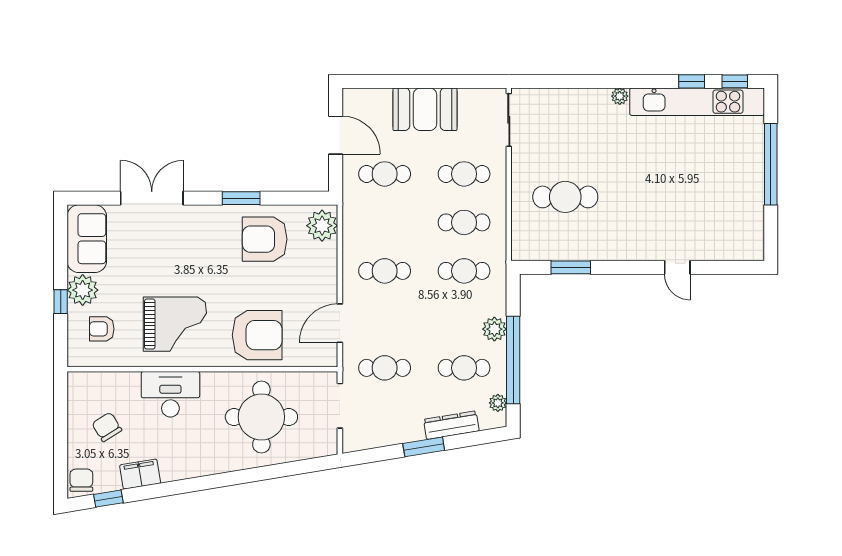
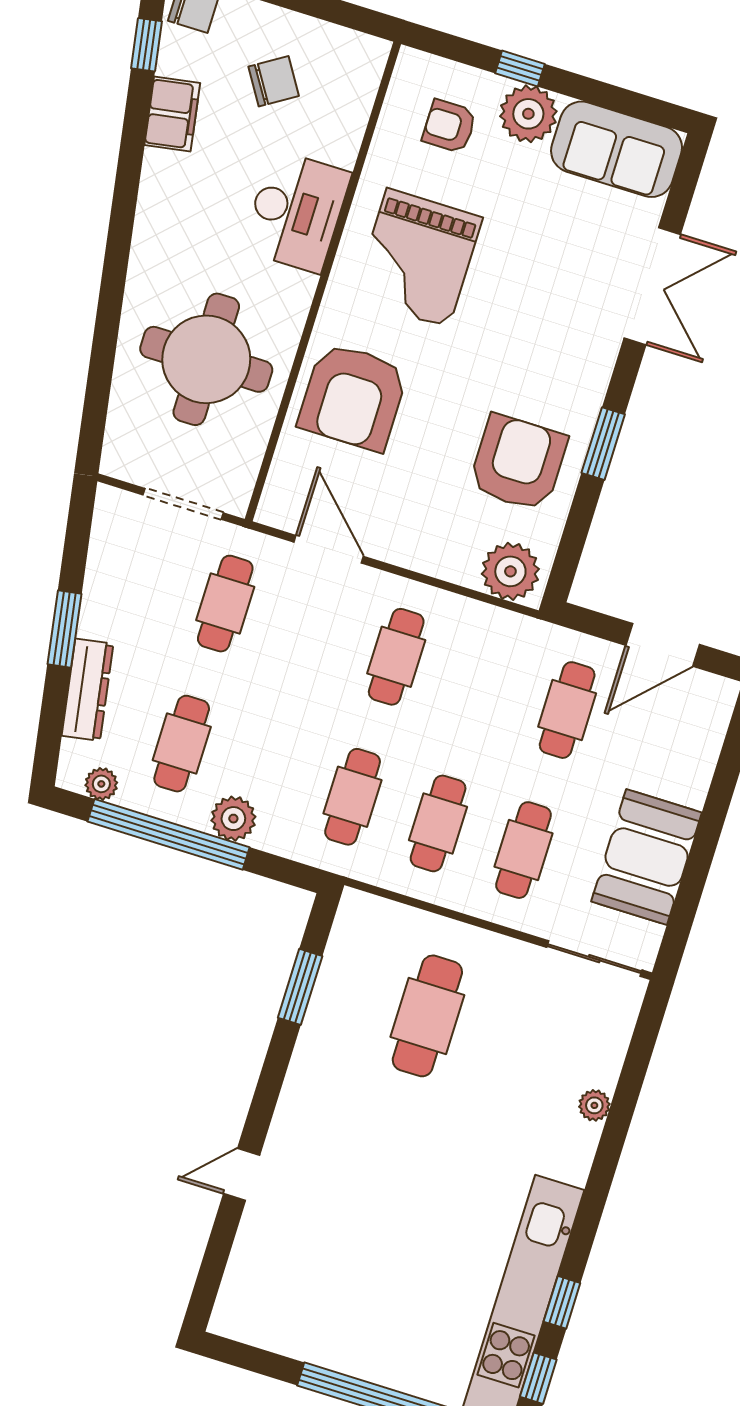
plant: (620, 96) -> (594, 1105), moved
booth: (425, 109) -> (647, 857), moved
armchair: (102, 329) -> (449, 126), turned -90

